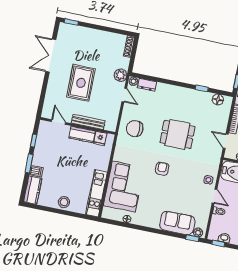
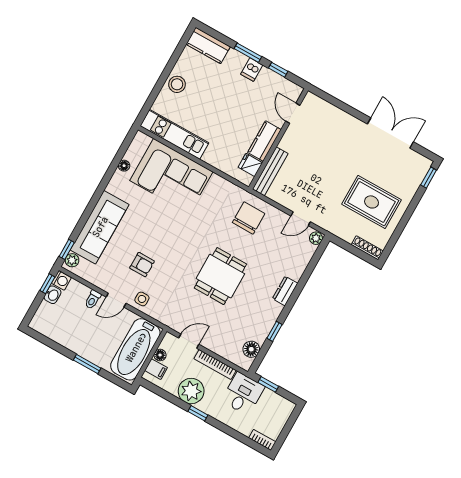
plant: (121, 75) -> (330, 223), removed
rug: (81, 83) -> (372, 202), moved
dresser: (147, 85) -> (285, 291), moved
door: (58, 122) -> (293, 113), swing flipped
bench: (88, 122) -> (270, 171), moved
armchair: (162, 169) -> (142, 265), moved
dishwasher: (36, 171) -> (252, 70), moved
sofa: (177, 223) -> (100, 227), width x1.36
washing machine: (213, 235) -> (61, 280), added

